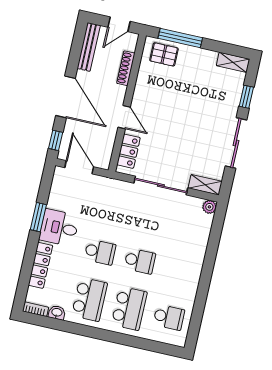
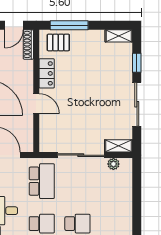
shoe rack: (126, 68) -> (28, 44), moved
locker: (128, 151) -> (47, 73), moved
school desk: (111, 205) -> (42, 181), added
plant: (209, 207) -> (113, 164), moved

